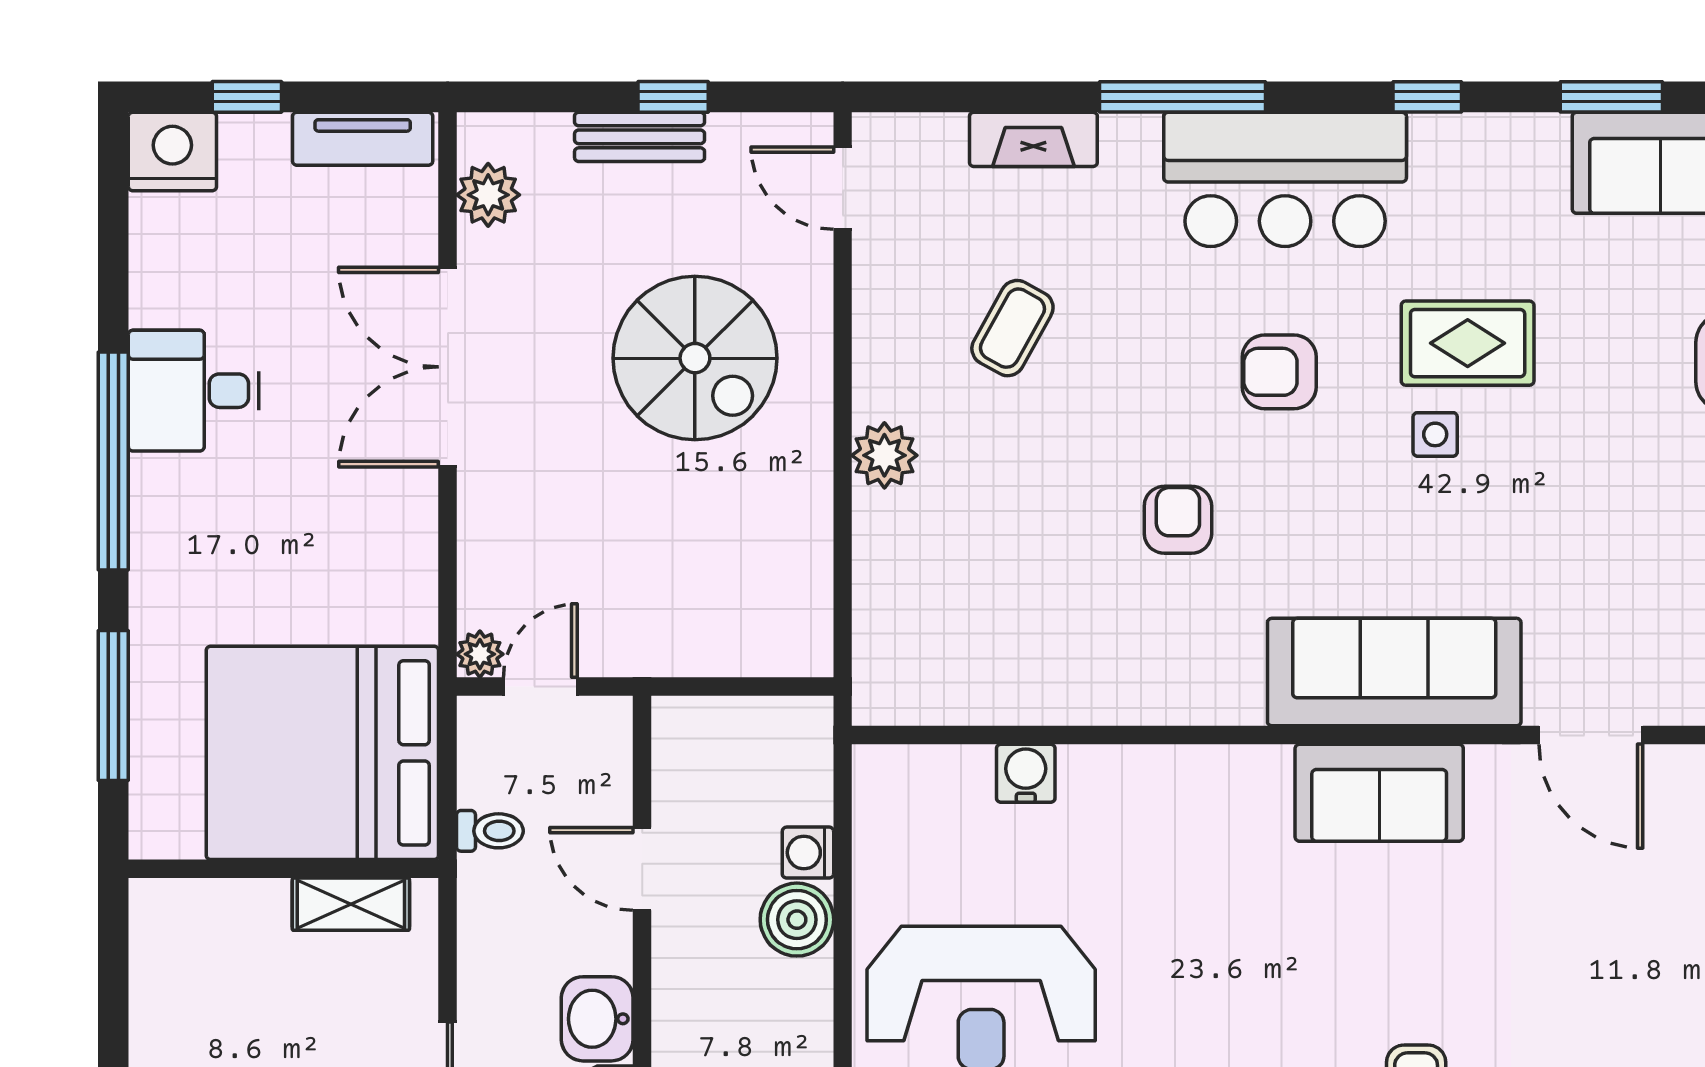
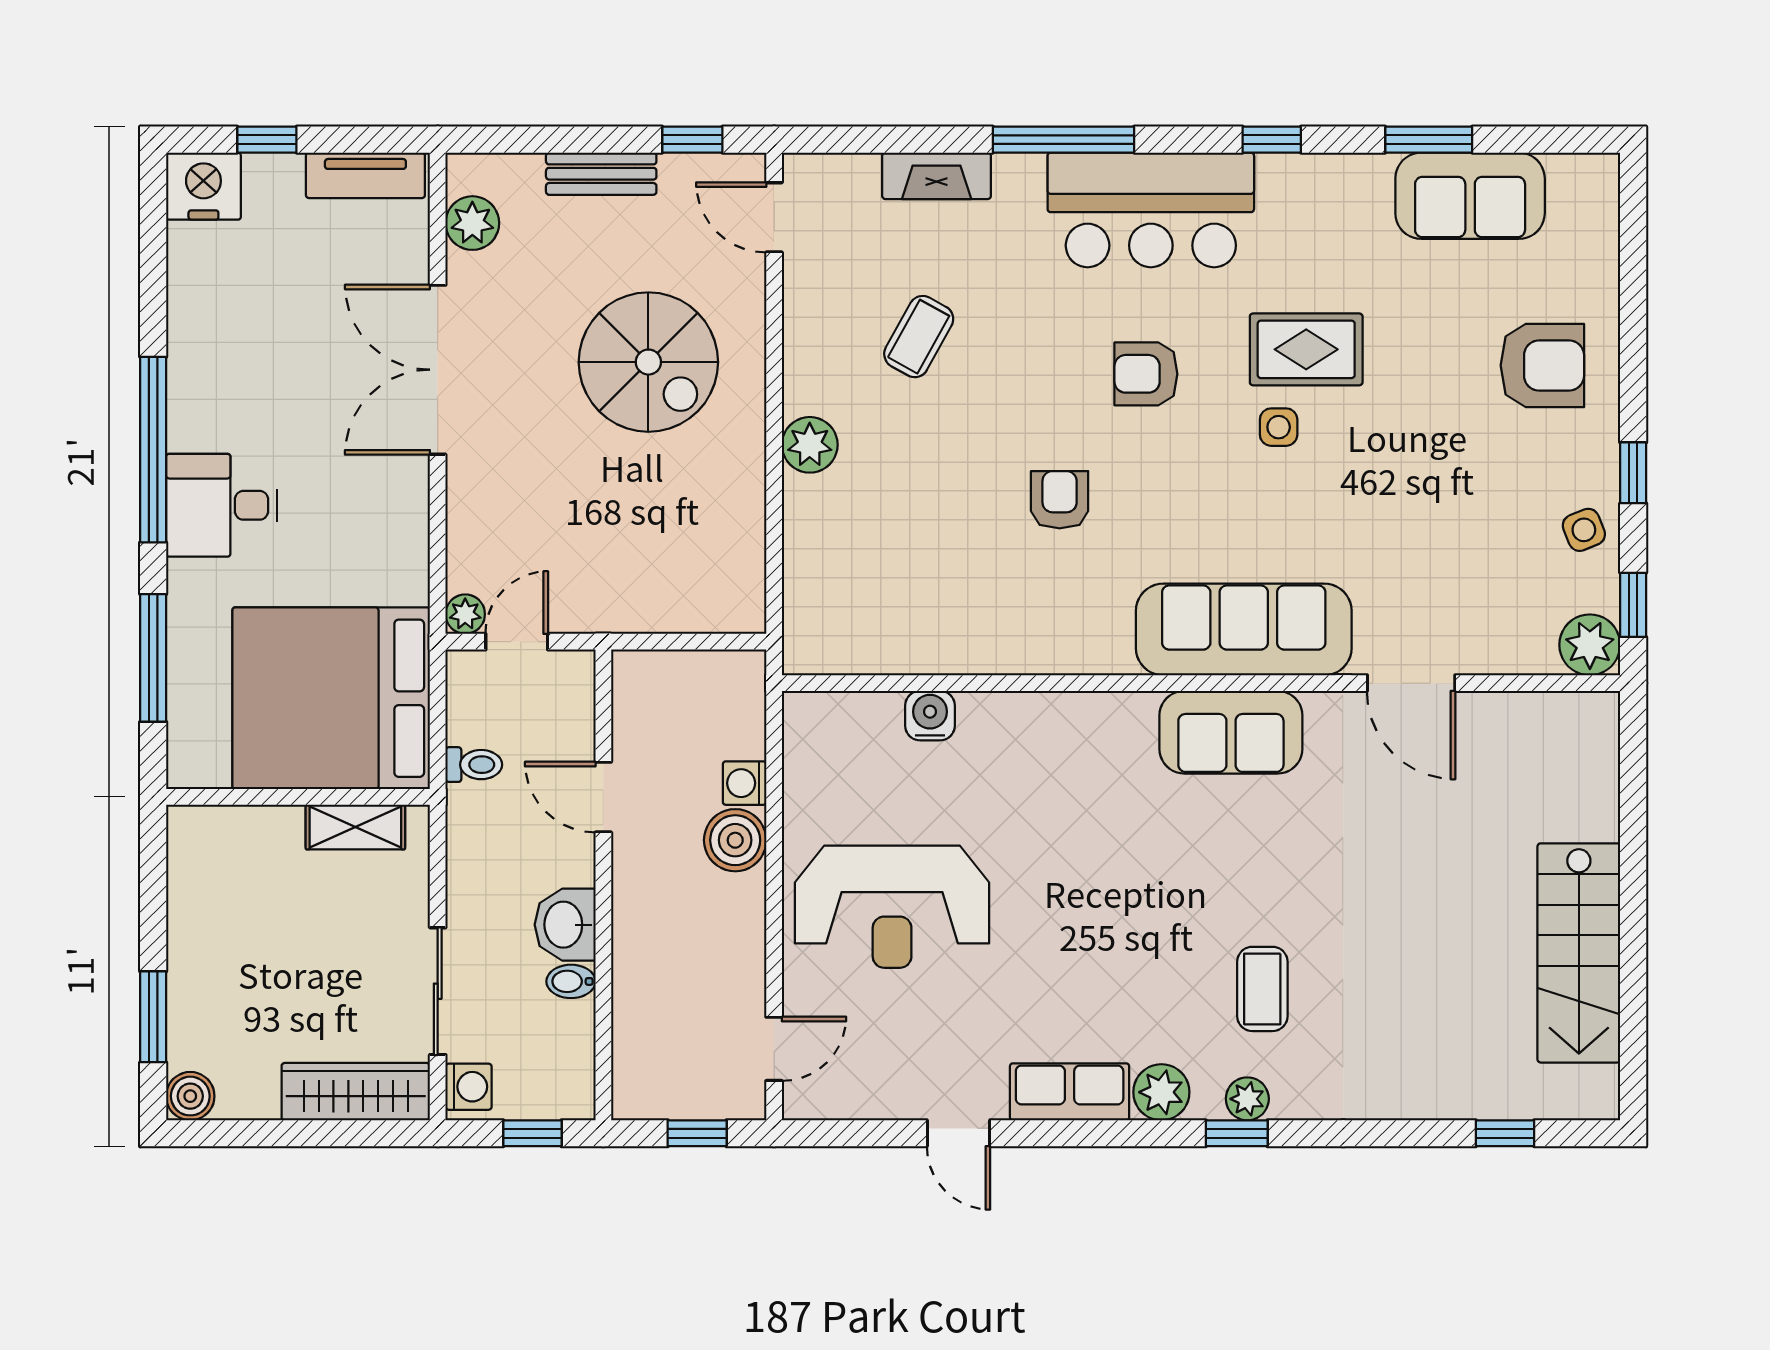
window: (673, 97) -> (692, 140), moved
desk: (194, 391) -> (222, 505), moved

